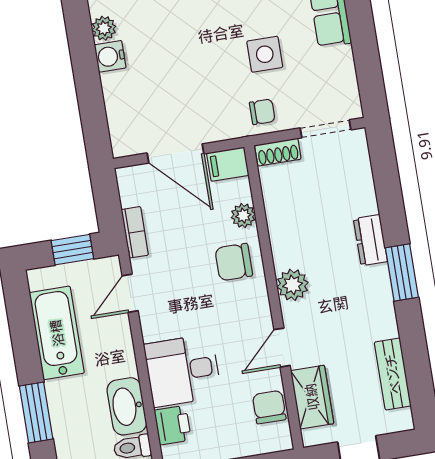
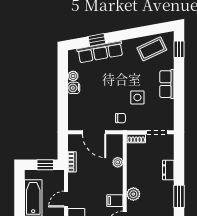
chair: (262, 112) -> (120, 118), moved
filing cabinet: (228, 164) -> (115, 201), moved
dresser: (370, 240) -> (168, 170), moved
chair: (234, 262) -> (111, 181), removed
door: (130, 293) -> (66, 199), moved

